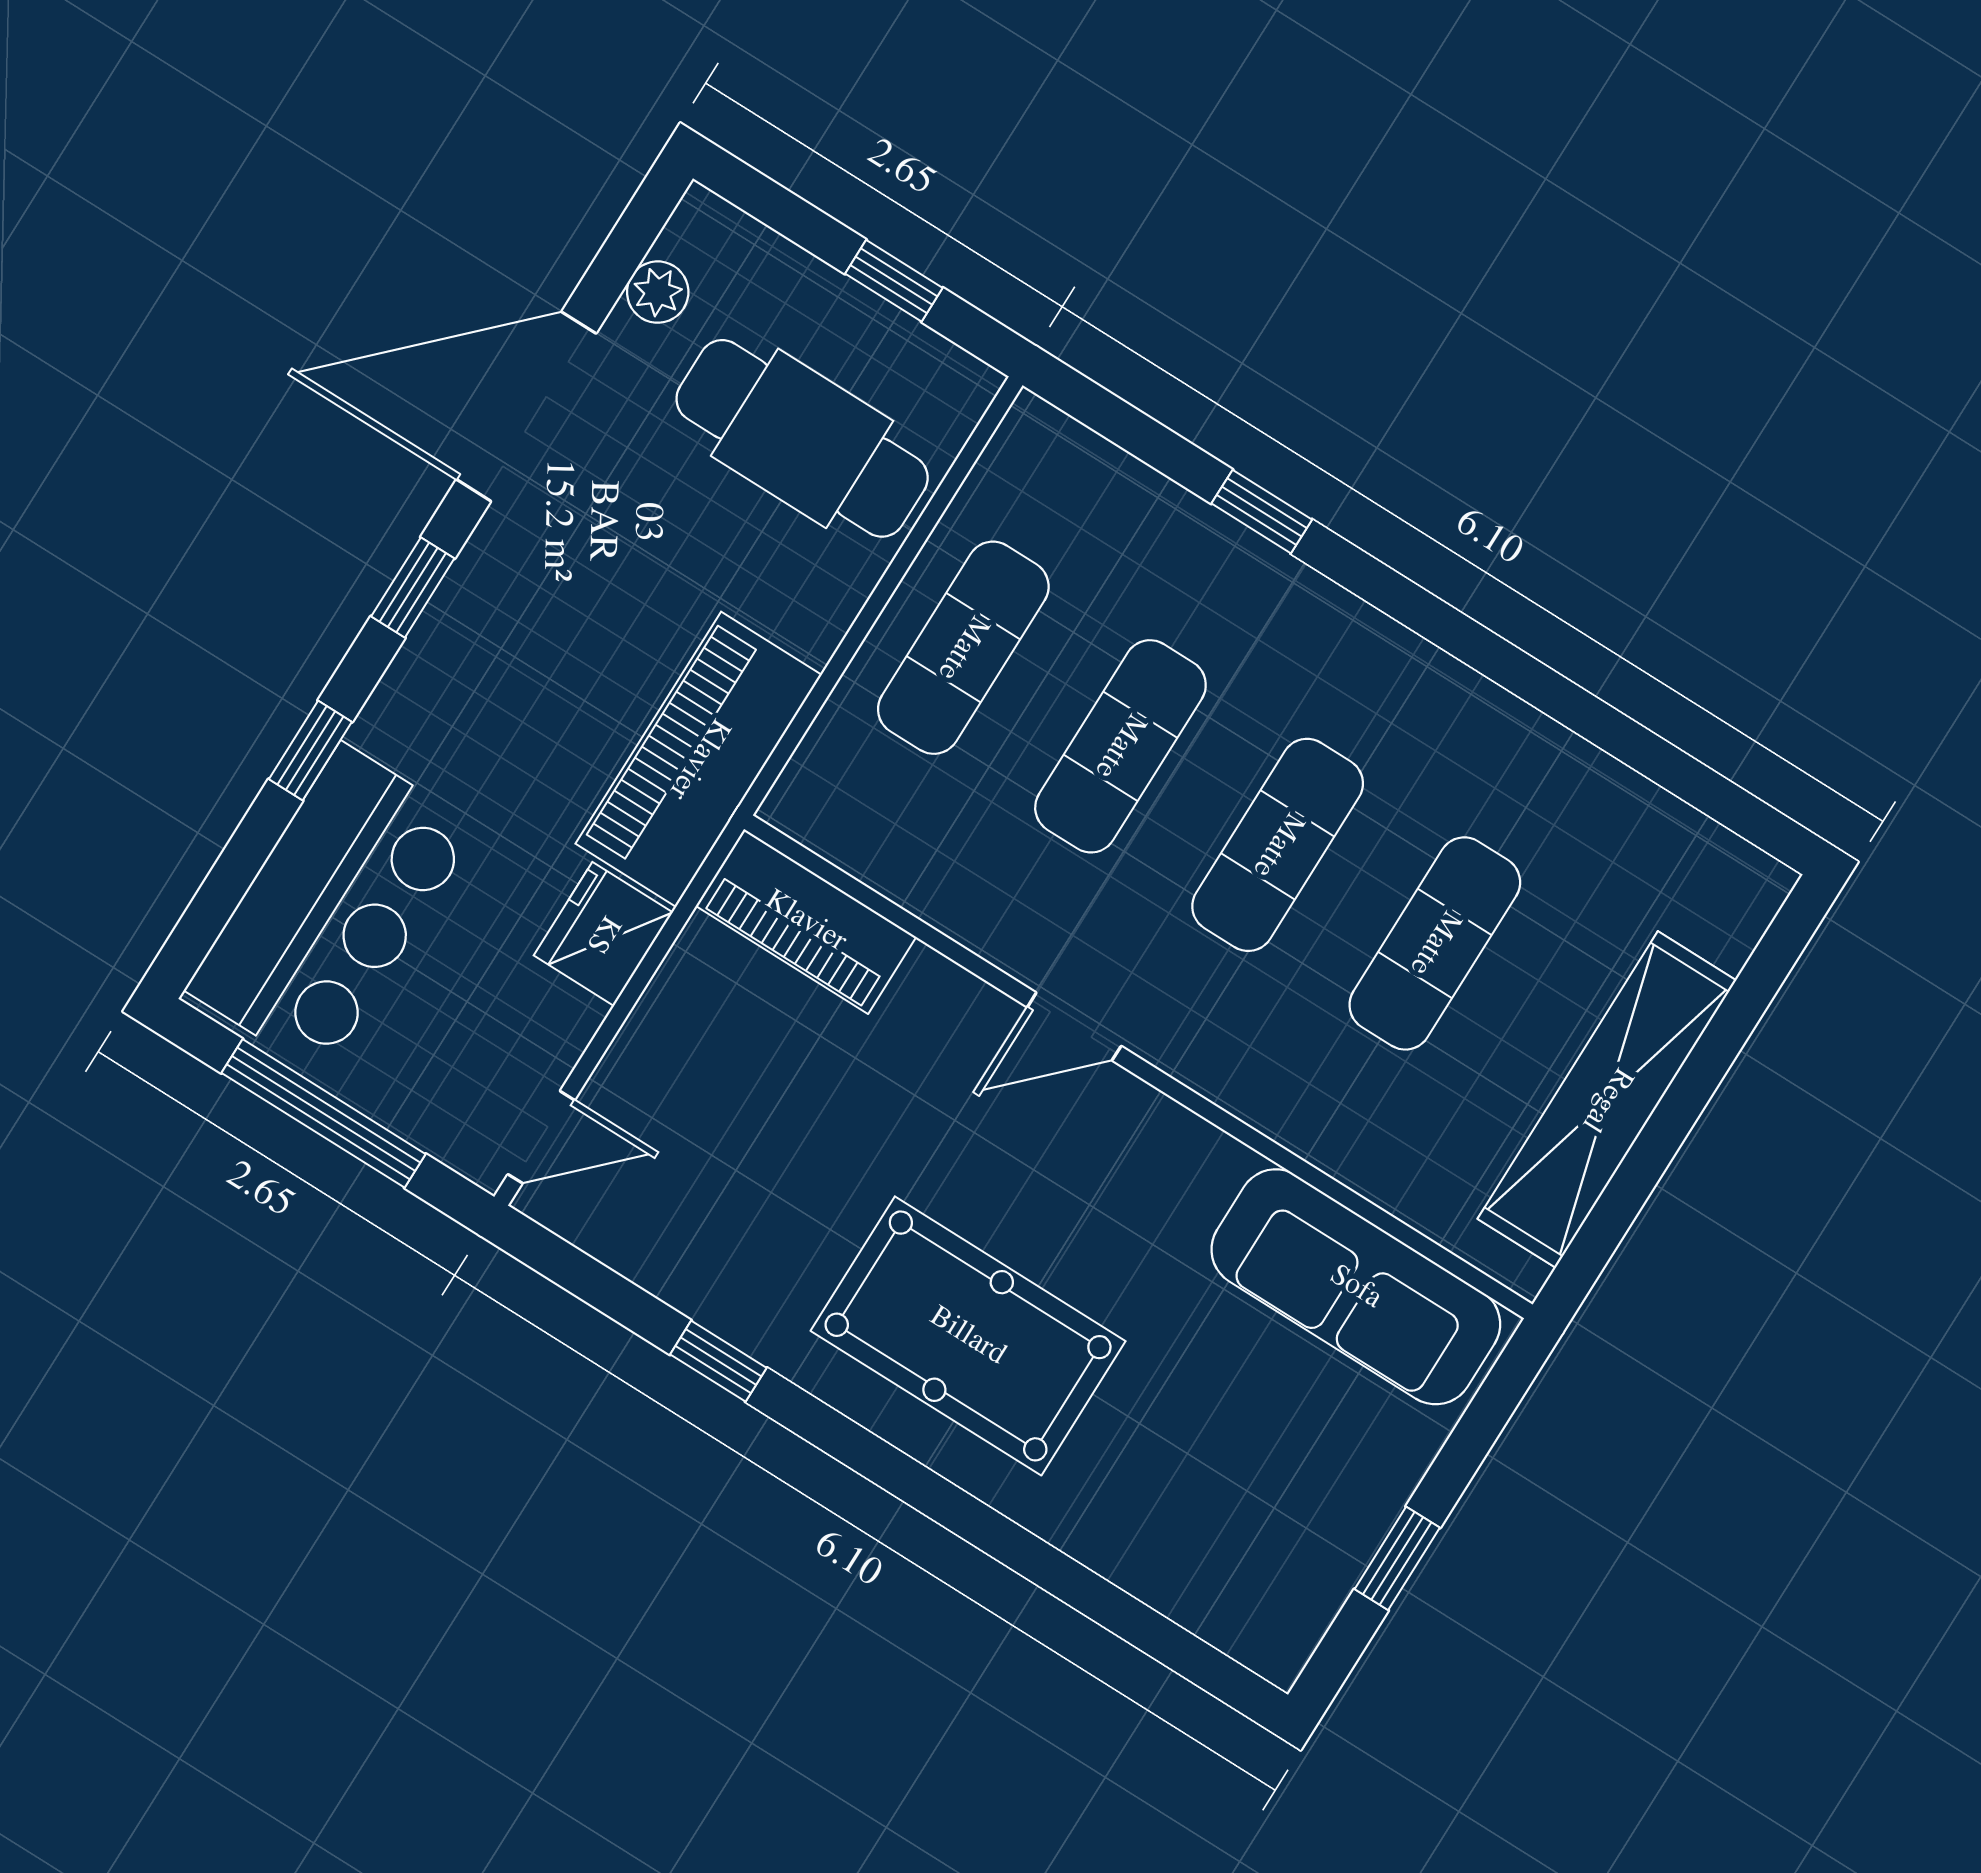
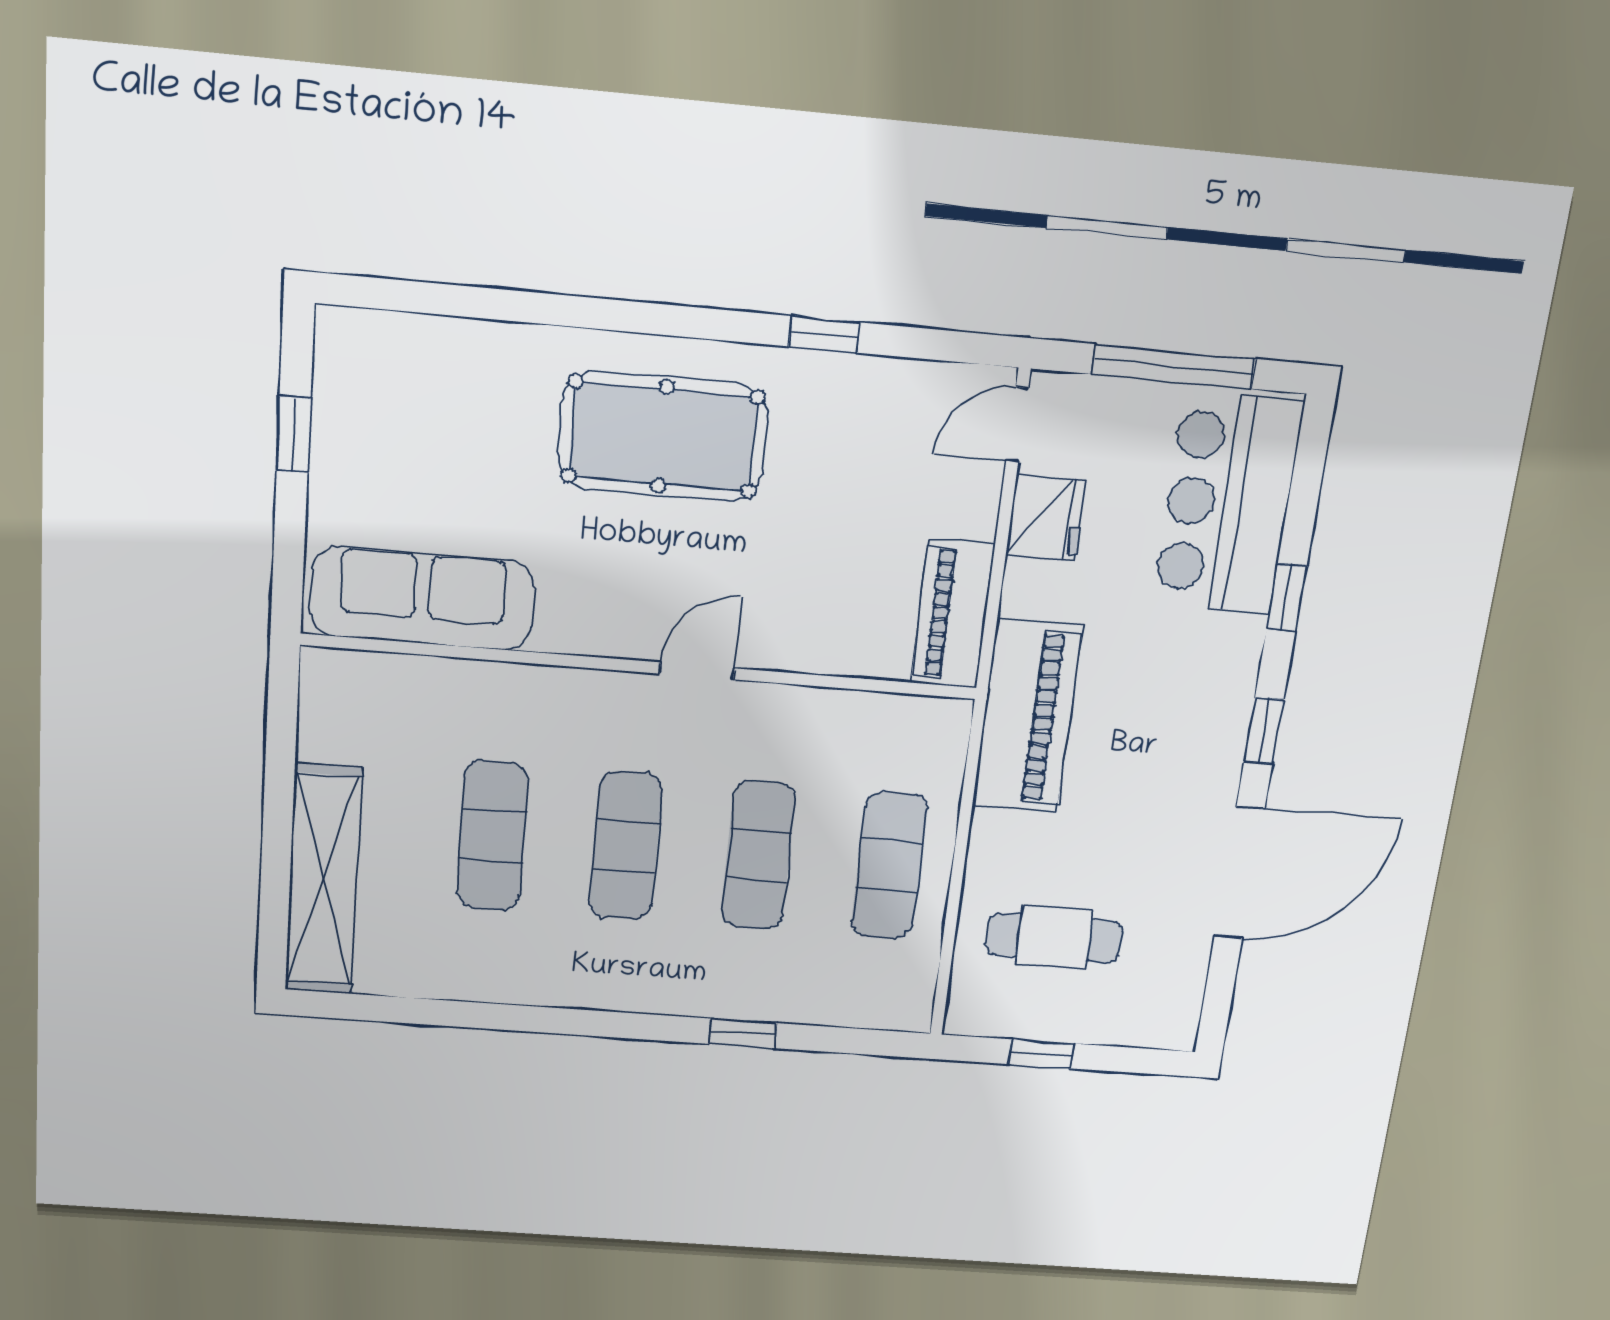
plant: (658, 292) -> (1186, 978), removed
cafe table: (802, 438) -> (1054, 938), width x0.73, depth x0.74
piano: (806, 921) -> (953, 614), moved, turned -90
fridge: (603, 934) -> (1046, 517), moved
shelving: (1607, 1100) -> (323, 880), moved

